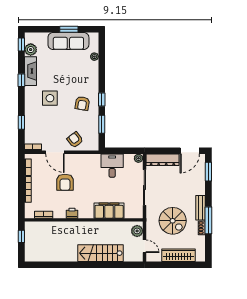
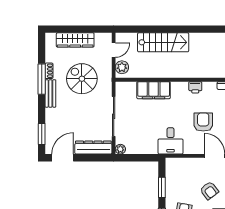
armchair: (75, 140) -> (209, 191), moved
desk: (112, 166) -> (171, 141), moved
door: (144, 246) -> (114, 50), swing flipped

